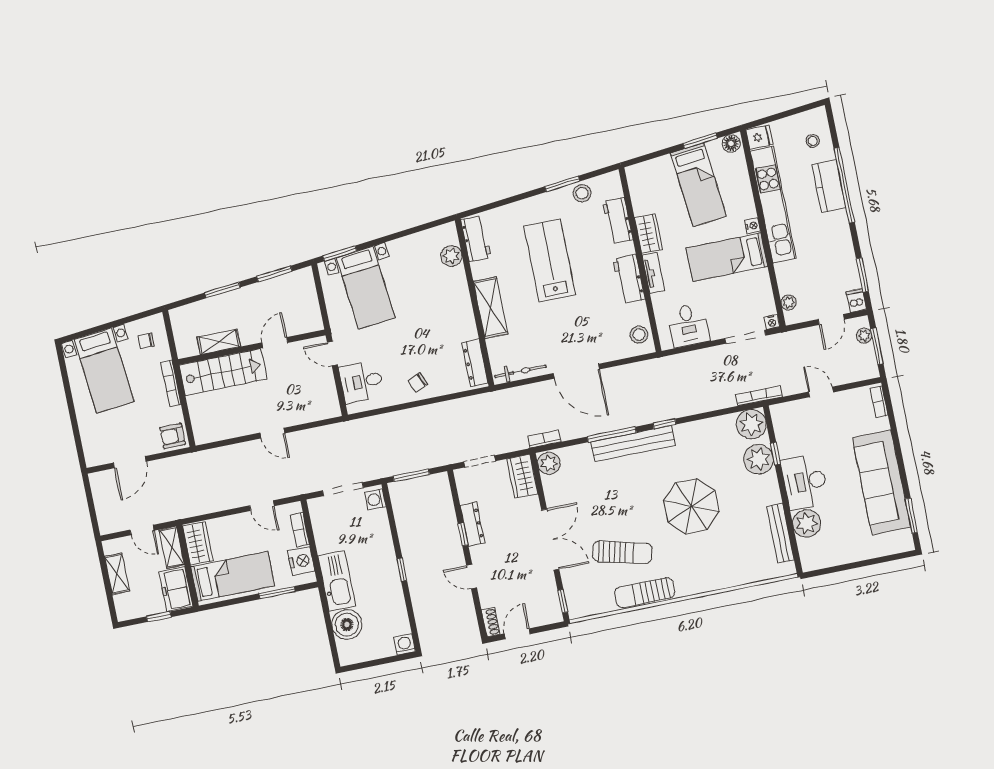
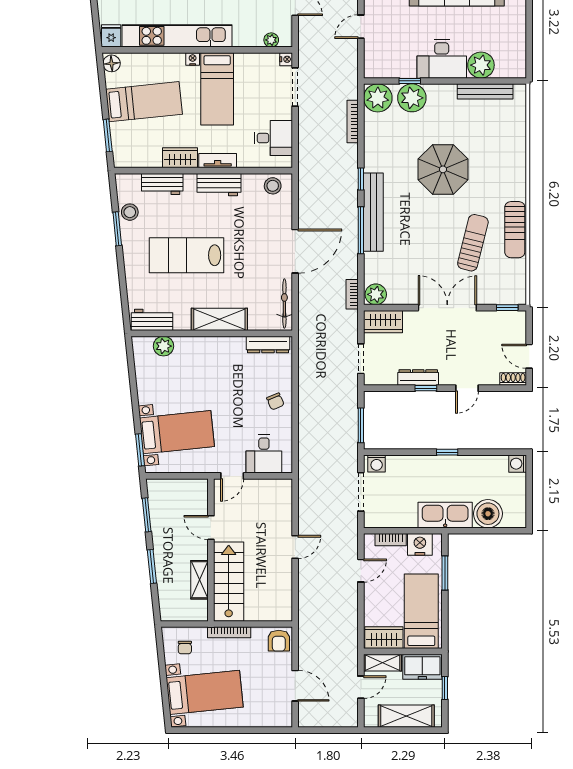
window: (700, 141) -> (108, 135), moved
bookcase: (759, 396) -> (353, 122), moved
shelving: (117, 574) -> (406, 716), width x1.50, depth x1.33

